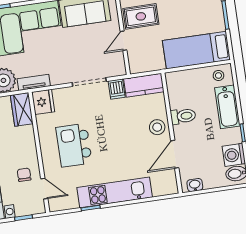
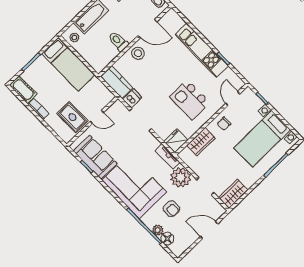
wardrobe: (22, 109) -> (201, 142), moved
kitchen island: (74, 145) -> (190, 100), turned 90
chair: (24, 175) -> (224, 124), moved

